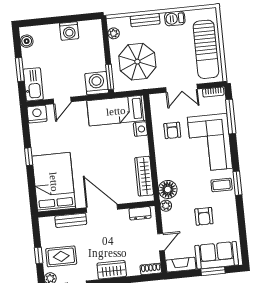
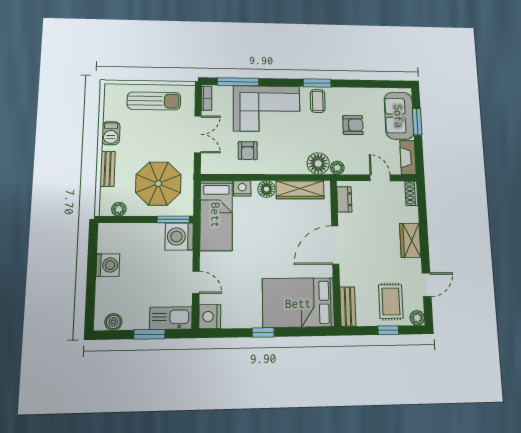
sun lounger: (206, 49) -> (154, 101), width x0.73, depth x0.75
armchair: (172, 130) -> (248, 151), turned 90
floor lamp: (142, 149) -> (266, 189), added
bench: (71, 220) -> (348, 307), moved

